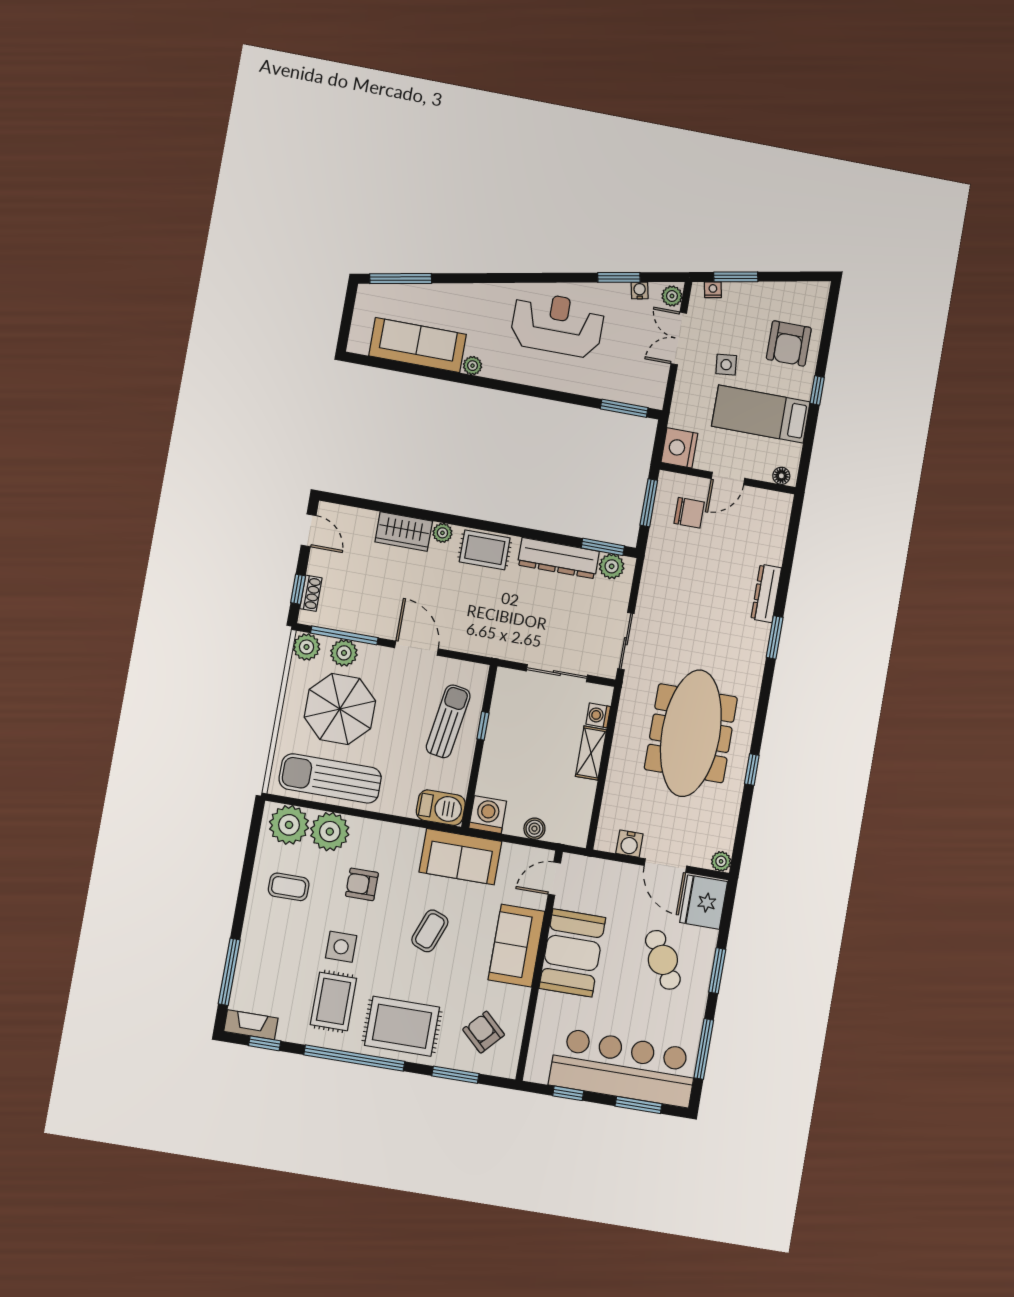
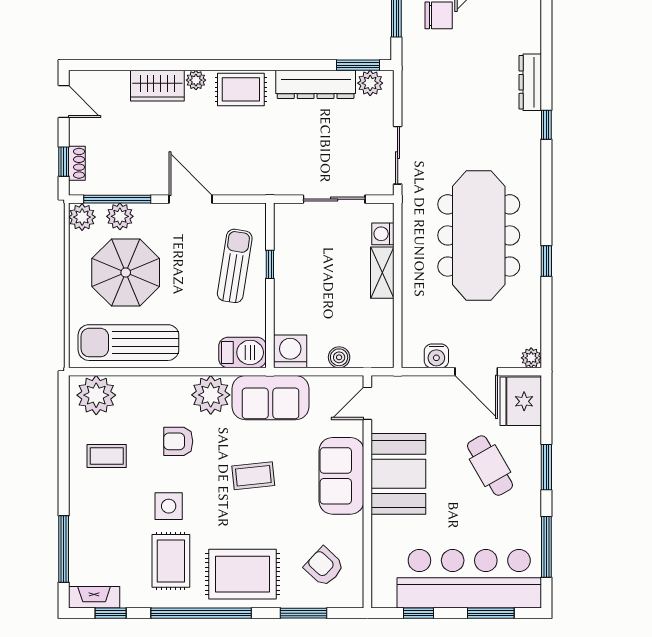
window: (775, 637) -> (546, 125), width x0.67
plant: (330, 832) -> (211, 395), moved
coffee table: (430, 931) -> (253, 476), turned 63

